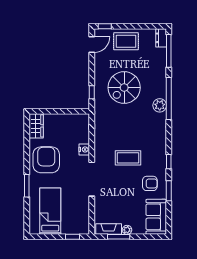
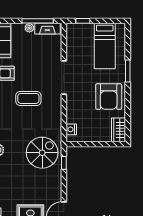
spiral stairs: (124, 88) -> (42, 153), moved
nightstand: (84, 149) -> (71, 129), moved
window: (119, 237) -> (38, 21), width x1.44

